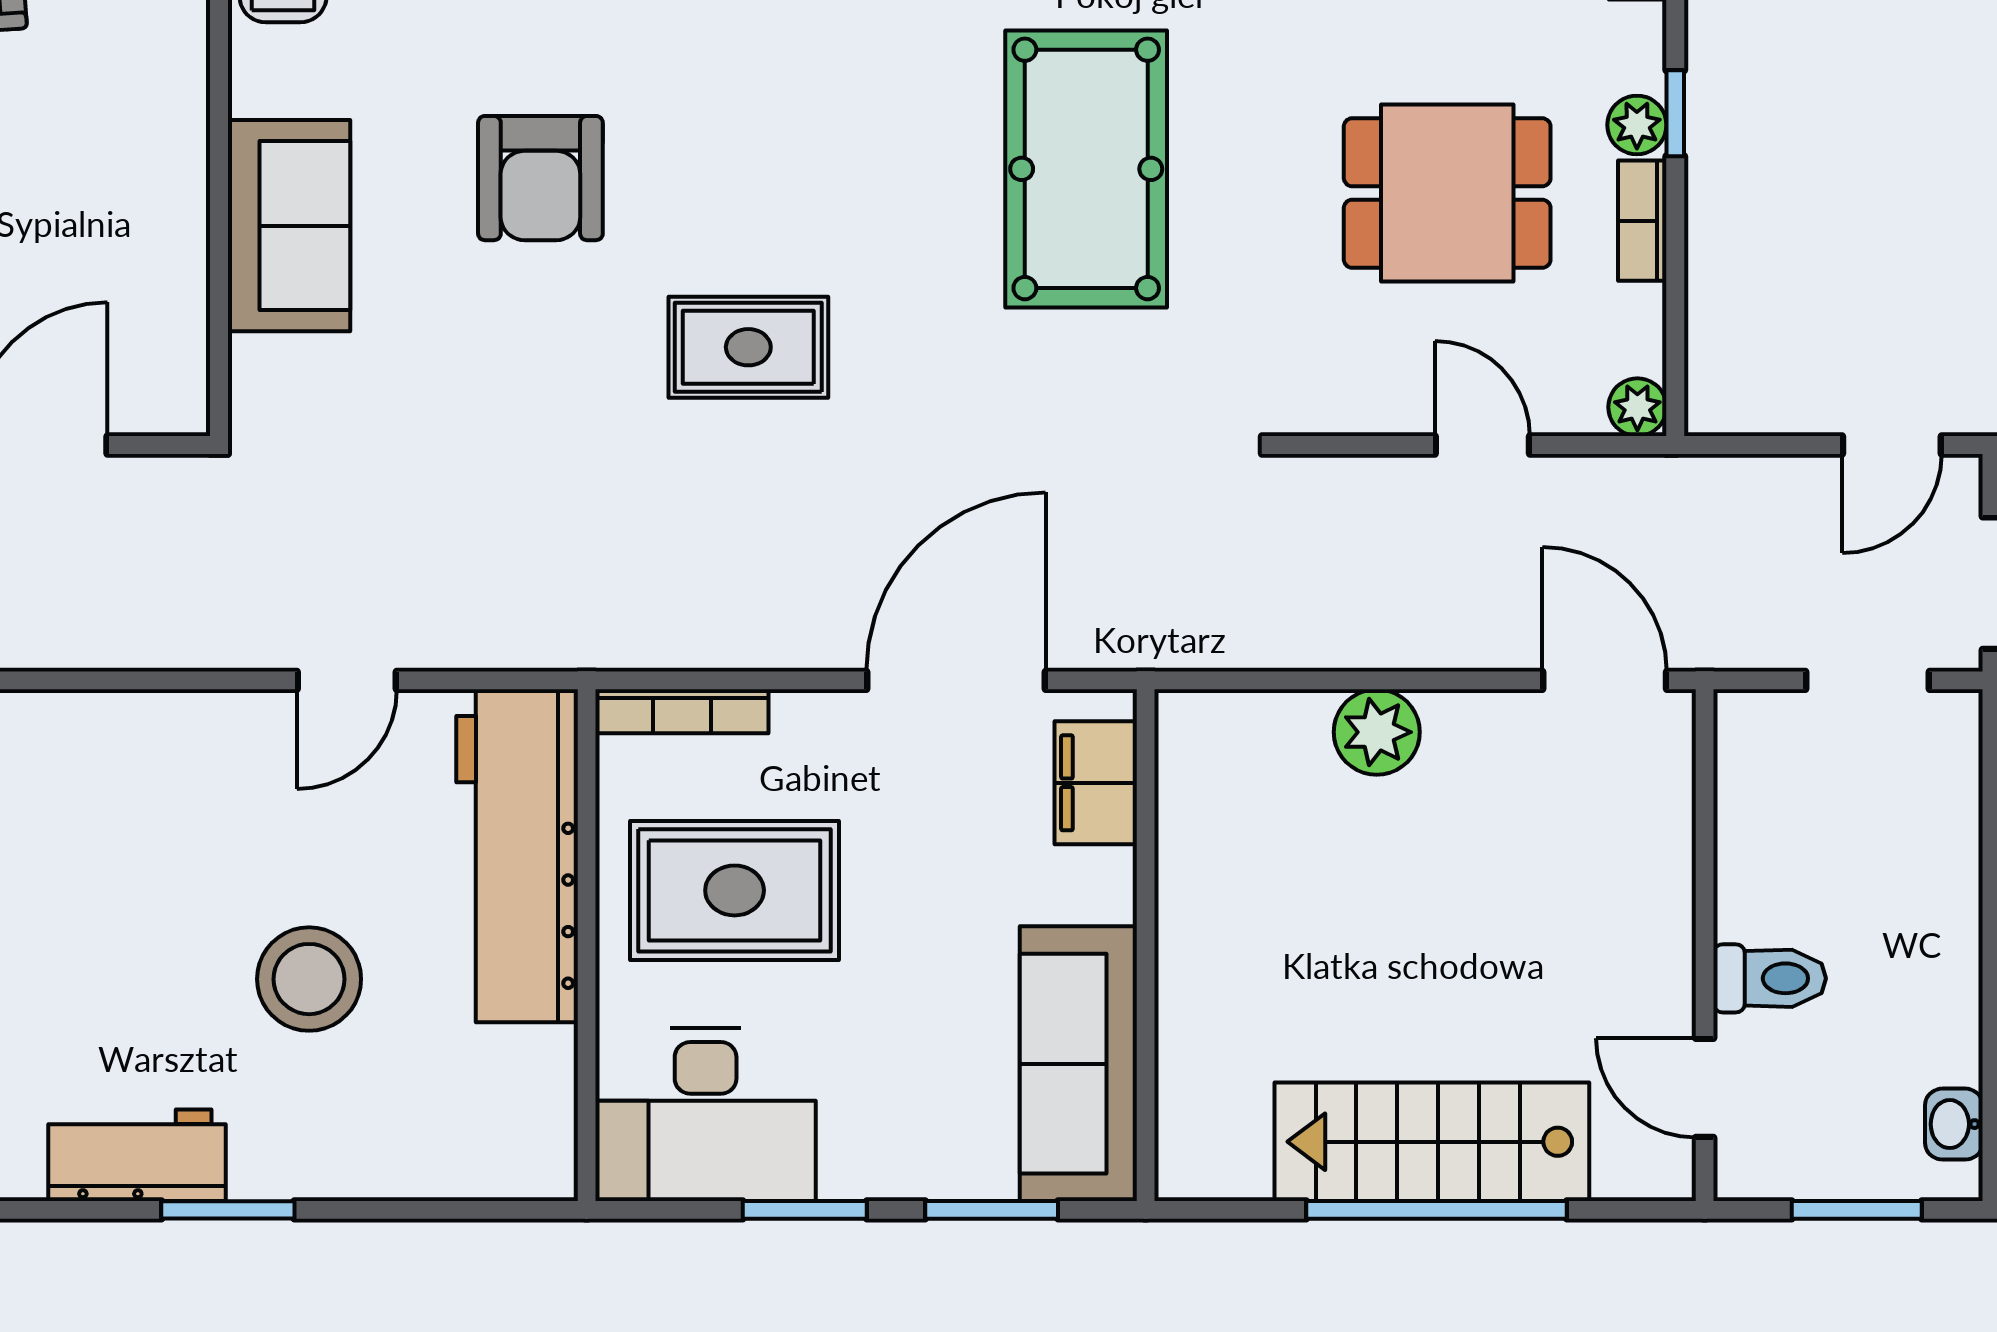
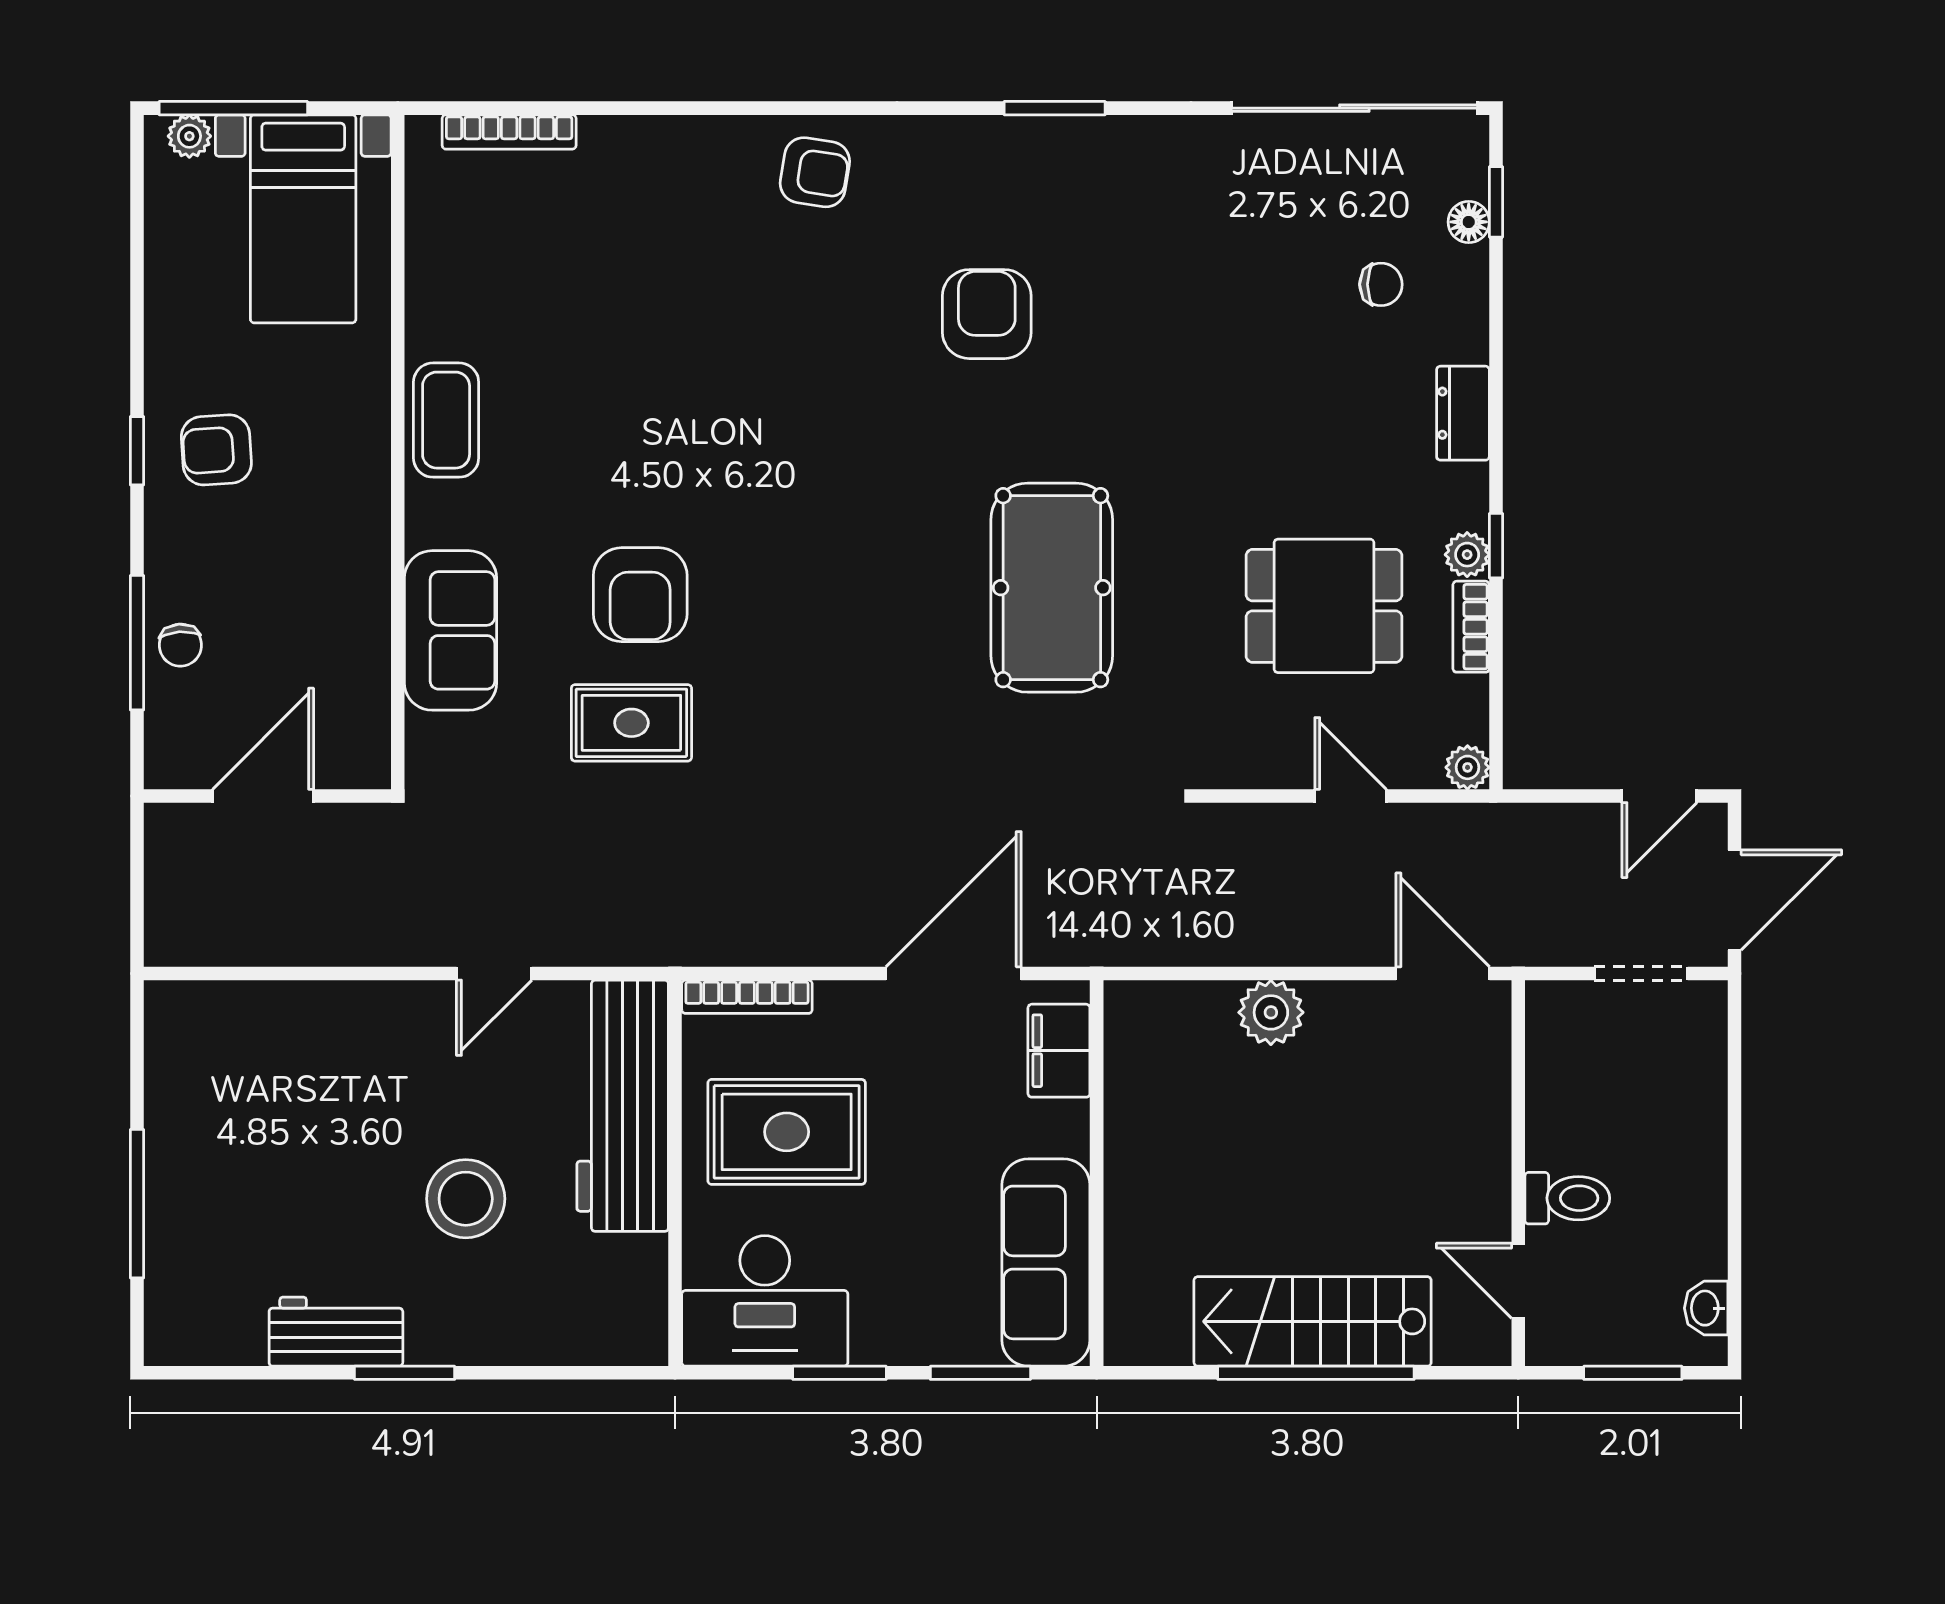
rug: (748, 347) -> (631, 723), moved

